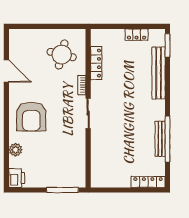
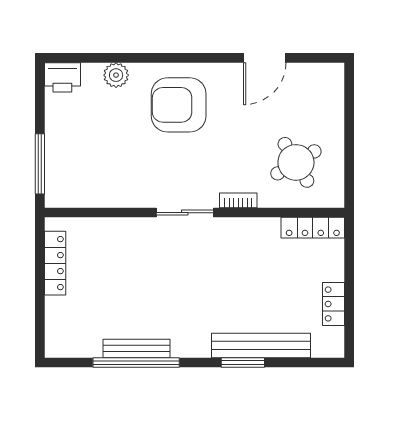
window: (168, 45) -> (243, 362), moved
round table: (62, 55) -> (296, 162), turned 45
locker: (96, 63) -> (313, 228), moved
locker: (148, 182) -> (55, 263), moved

